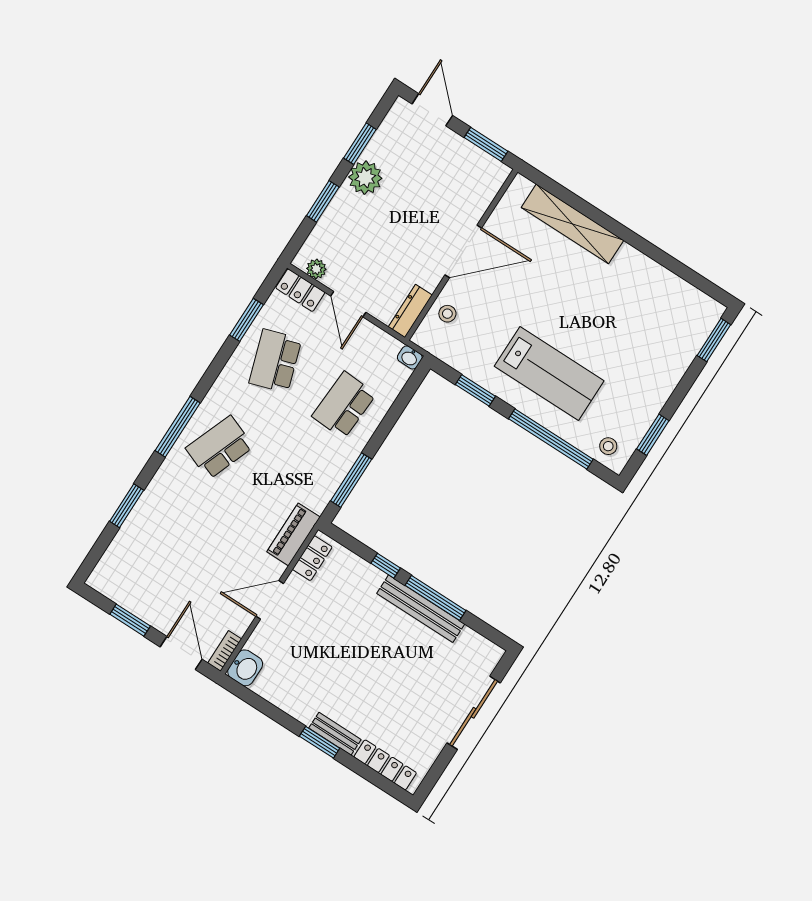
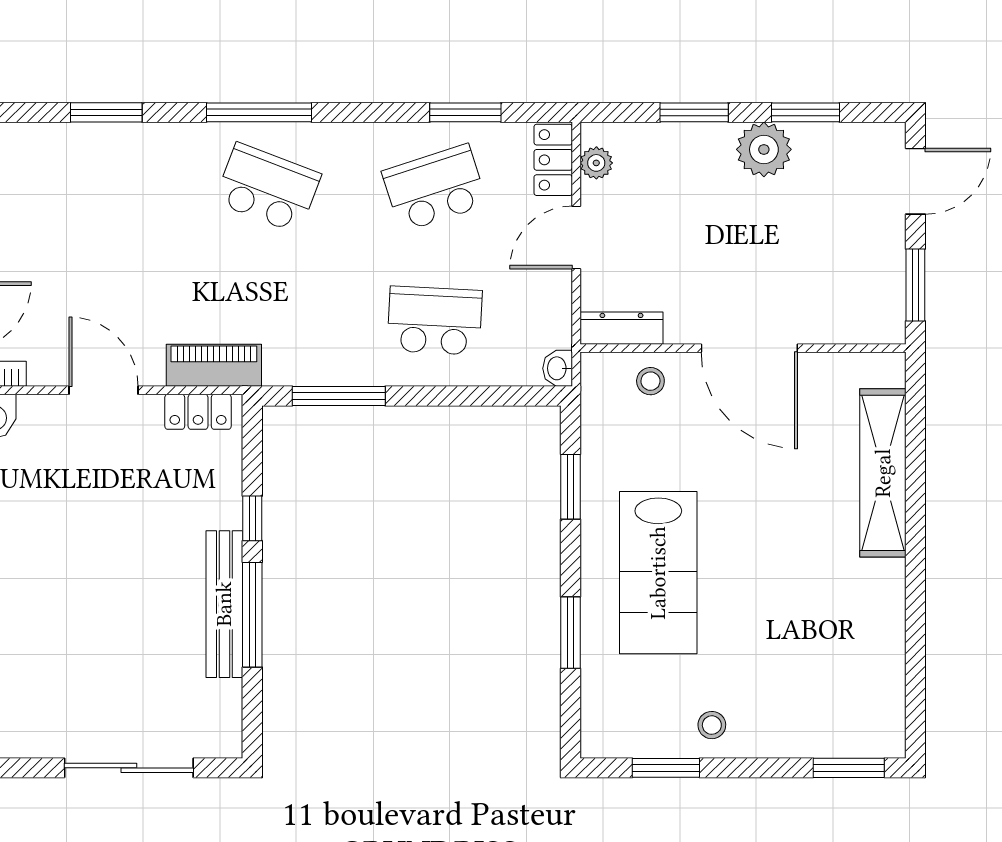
window: (551, 439) -> (570, 633), width x0.47
stool: (608, 446) -> (712, 725), moved

